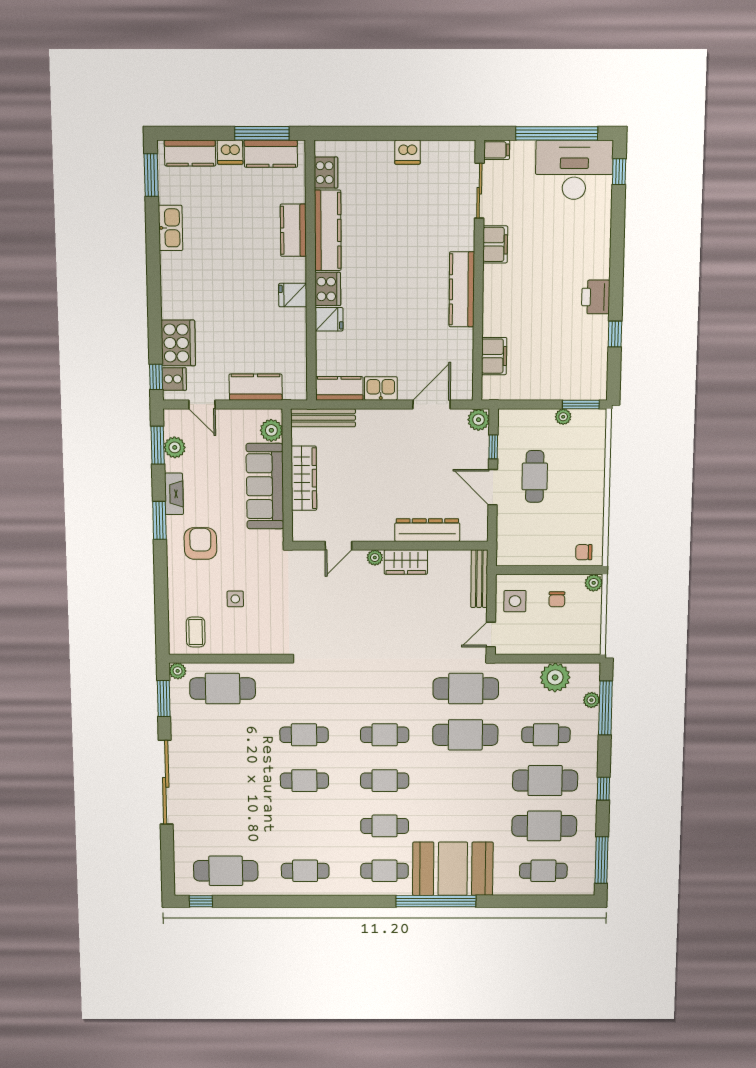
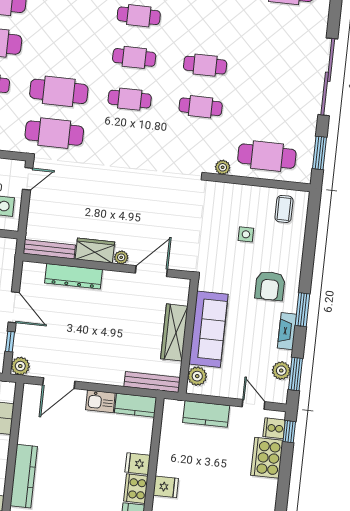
door: (338, 546) -> (151, 271), width x1.38
bench: (479, 579) -> (49, 249), moved, turned 90
plant: (178, 671) -> (223, 167), moved

